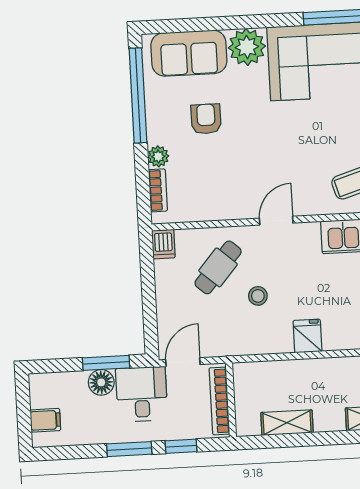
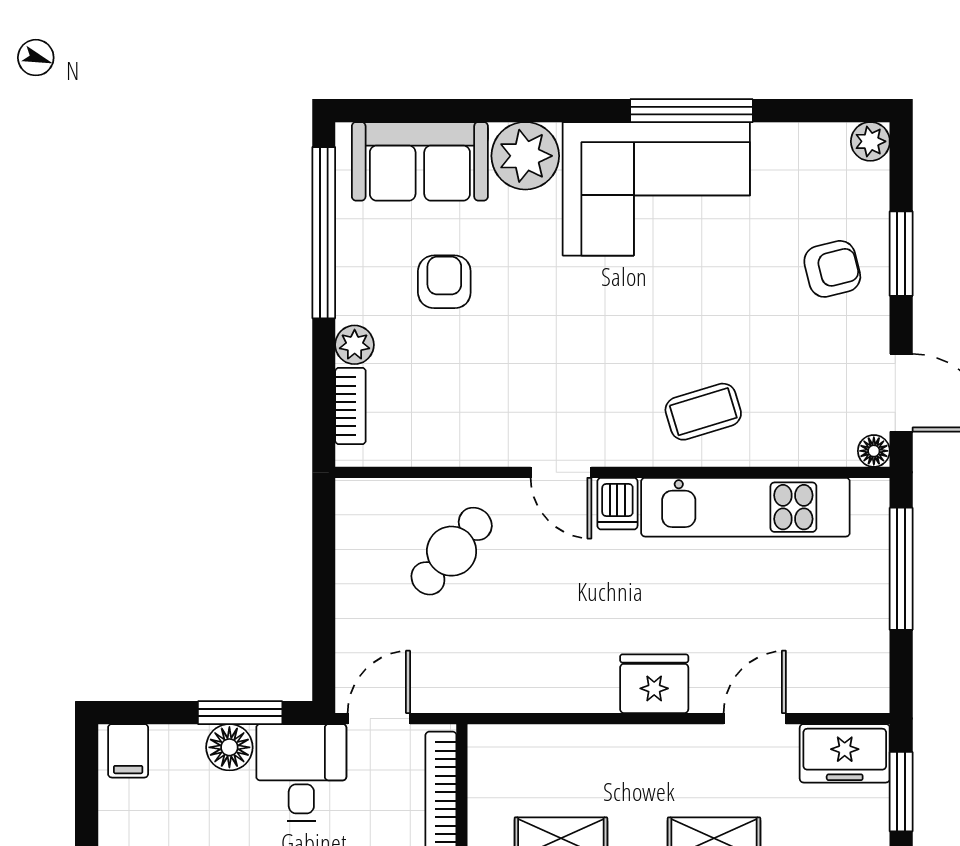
door: (276, 221) -> (561, 472), swing flipped
dishwasher: (163, 244) -> (617, 504), moved
stool: (258, 296) -> (521, 606), removed
fridge: (307, 336) -> (654, 684), moved, width x1.38
filing cabinet: (45, 420) -> (128, 751), moved, turned 90

